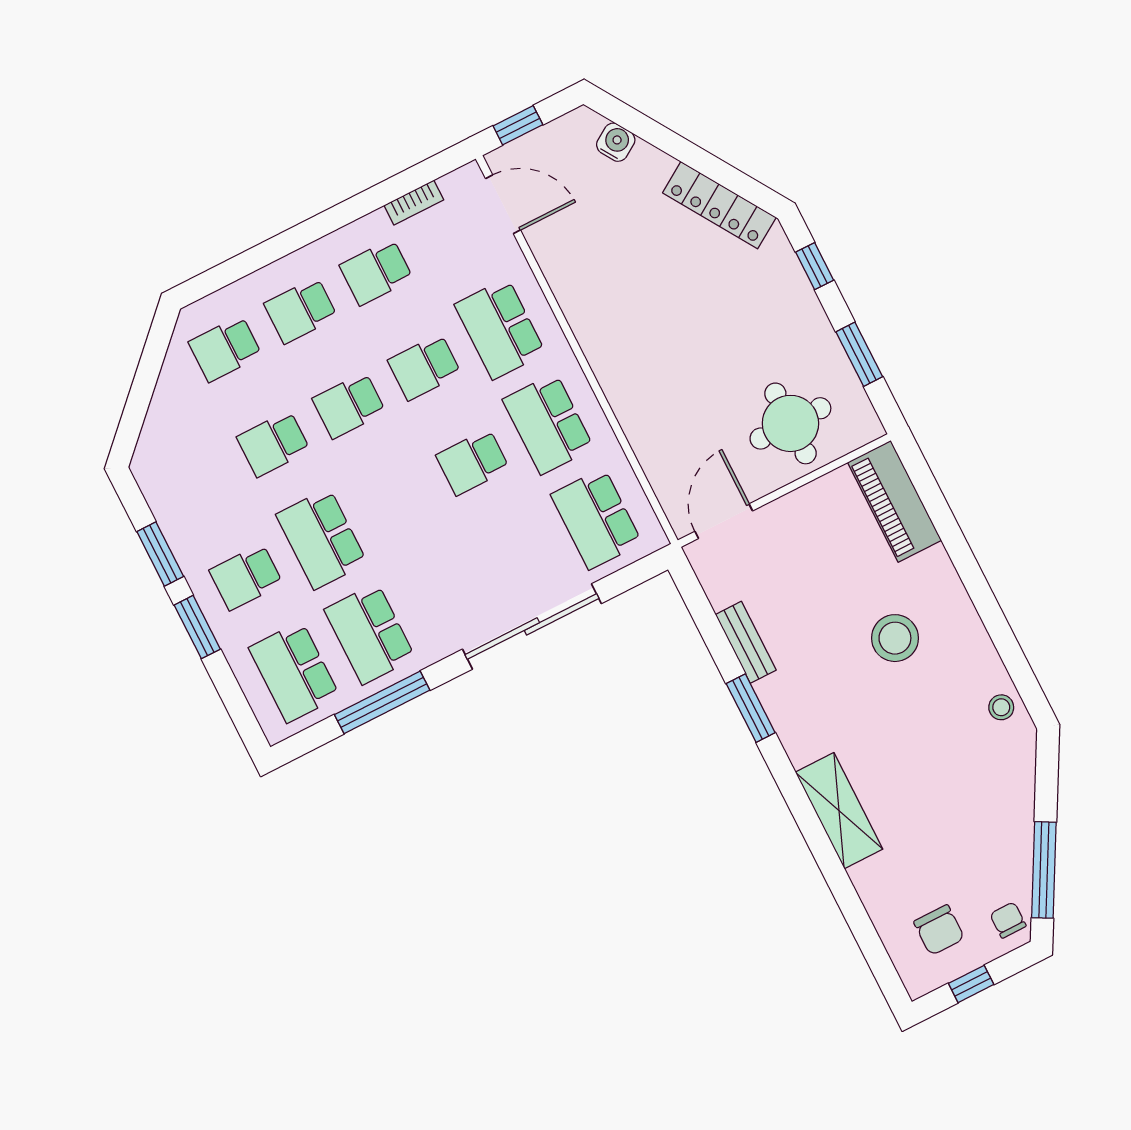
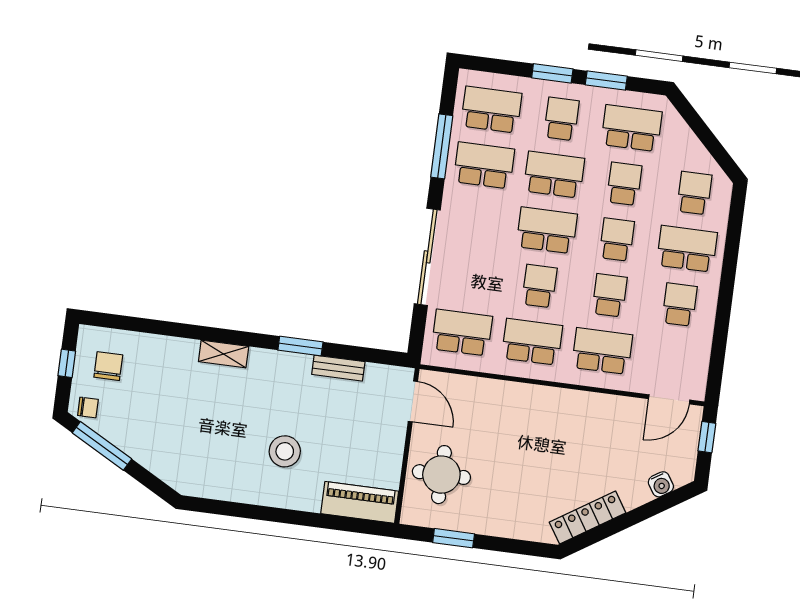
bookcase: (414, 203) -> (704, 351), removed
window: (815, 266) -> (519, 547), removed
school desk: (301, 310) -> (687, 249), width x1.85
school desk: (198, 482) -> (631, 128), added
school desk: (397, 500) -> (547, 230), added
stool: (1001, 707) -> (207, 484), removed
shelving: (839, 811) -> (224, 354), width x0.67, depth x0.75
chair: (939, 930) -> (108, 366), turned 90

